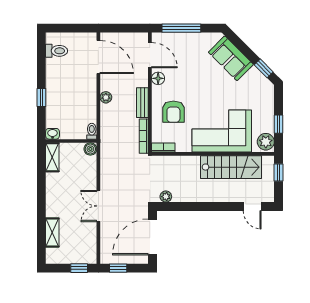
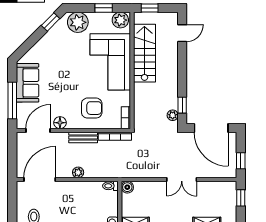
sofa: (231, 58) -> (28, 83), moved, turned -45
plant: (263, 97) -> (78, 22), added
window: (176, 207) -> (182, 105), added

